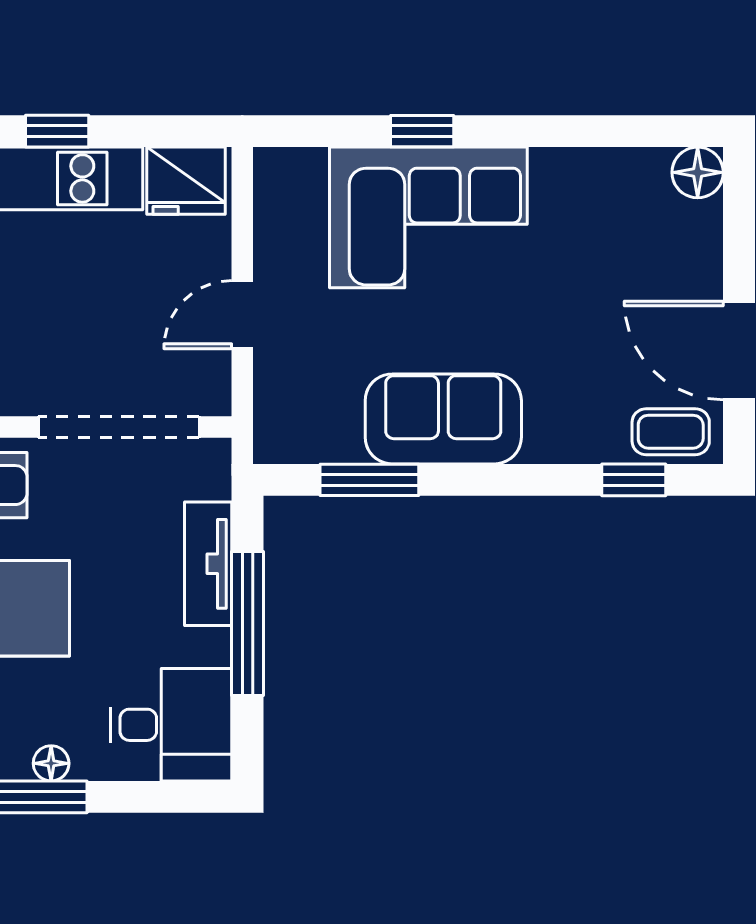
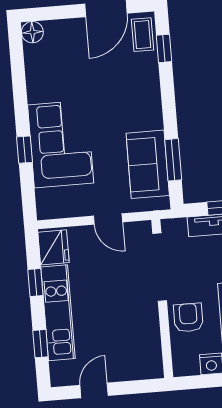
window: (57, 131) -> (35, 282), moved
sofa: (443, 419) -> (148, 164), moved

